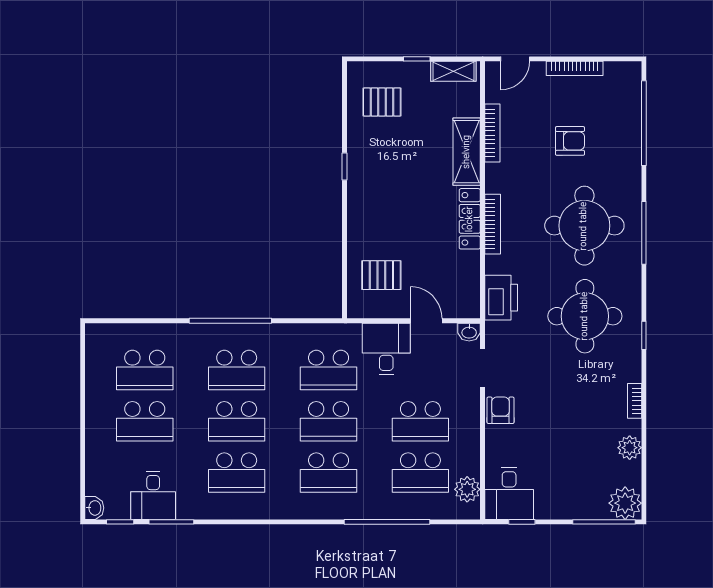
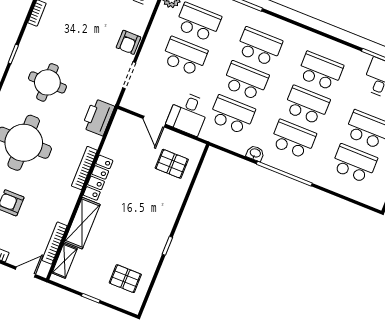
shelving: (453, 71) -> (65, 261), moved, turned 90
bookcase: (492, 133) -> (55, 243), moved
round table: (585, 316) -> (47, 82), width x0.73, depth x0.73
washbasin: (469, 332) -> (255, 153), moved

